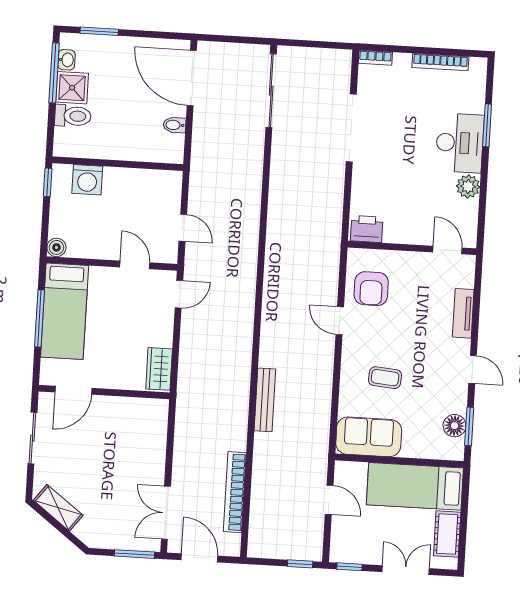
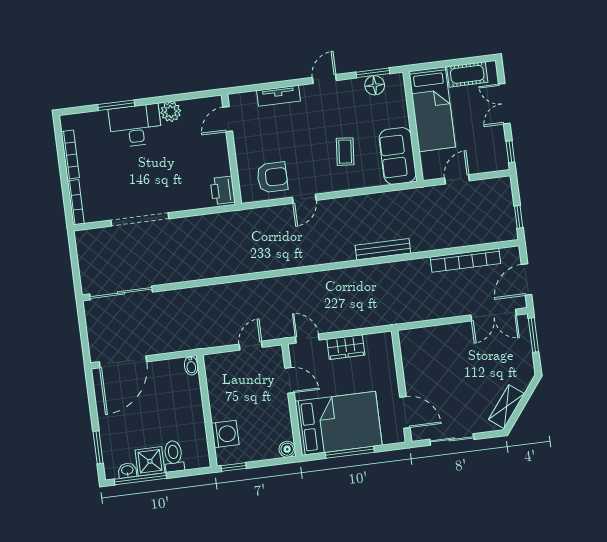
bookcase: (375, 58) -> (76, 202), width x1.56
bidet: (175, 125) -> (191, 366), moved
door: (135, 265) -> (289, 380), swing flipped
bed: (65, 311) -> (339, 423), width x1.50
wardrobe: (159, 369) -> (346, 347), moved
window: (300, 564) -> (519, 217), moved

